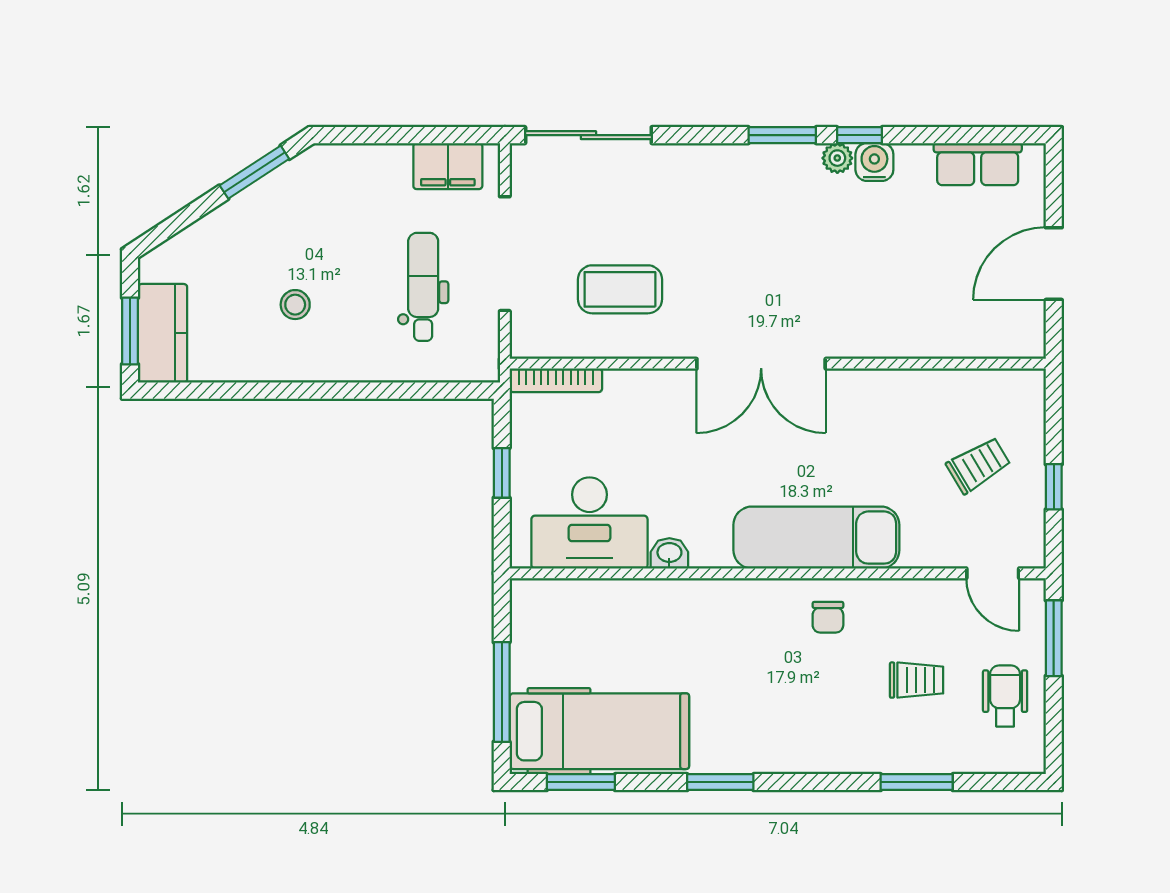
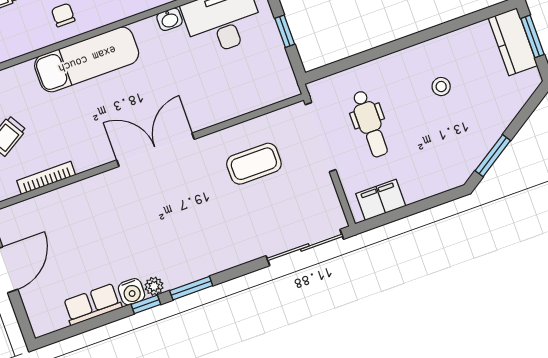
row of seats: (978, 164) -> (92, 304), moved
doorway: (505, 254) -> (321, 137), moved
bookcase: (556, 380) -> (46, 178), moved

